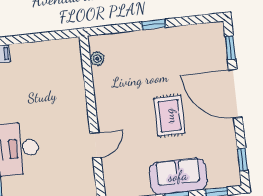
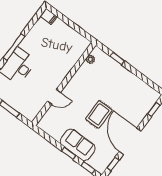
window: (154, 25) -> (117, 59), moved
door: (235, 94) -> (130, 141), moved

